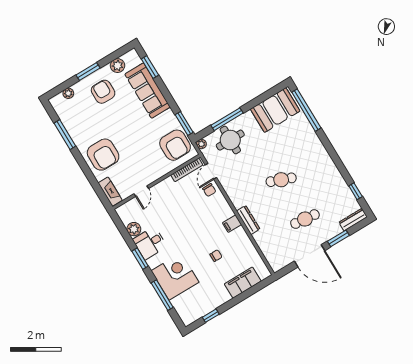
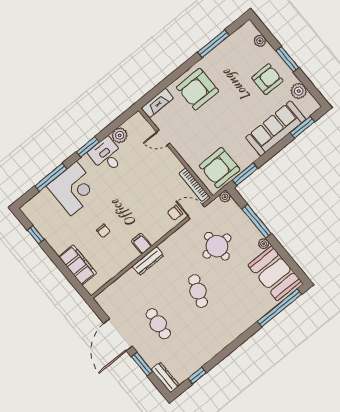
plant: (248, 116) -> (264, 244), added
round table: (230, 140) -> (217, 246), moved

